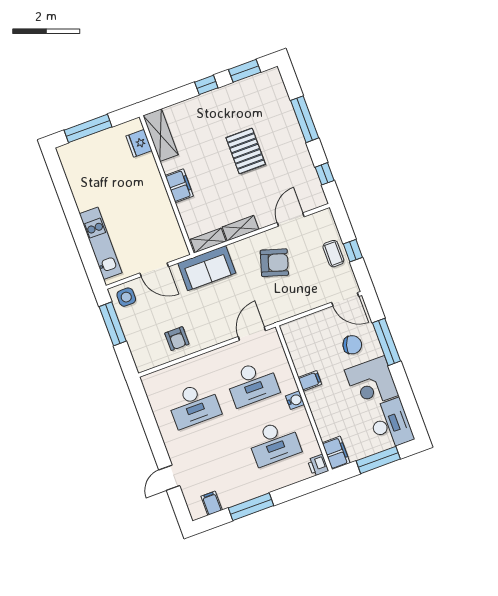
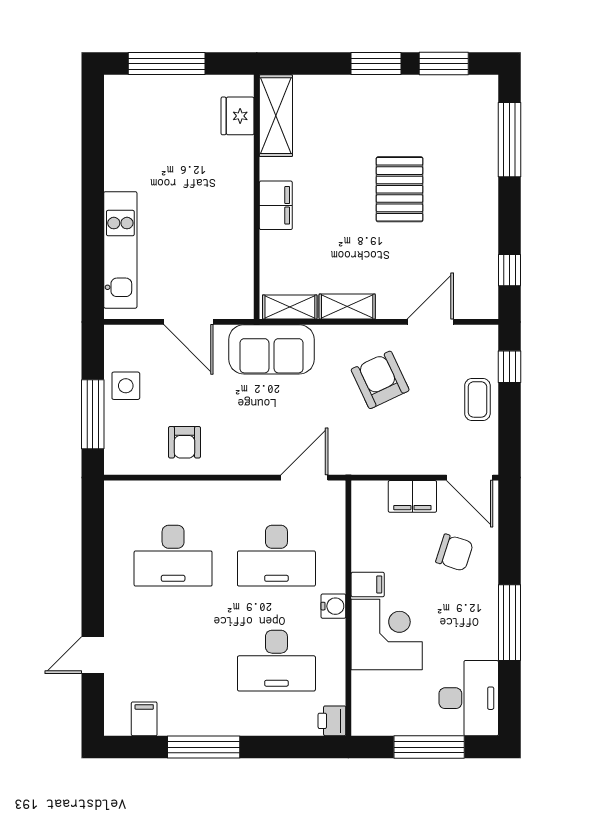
window: (206, 85) -> (376, 64), width x1.50
window: (305, 119) -> (510, 140), moved
window: (353, 251) -> (510, 367), moved
armchair: (274, 263) -> (380, 380), turned -132
side table: (126, 297) -> (126, 386), moved
window: (113, 324) -> (93, 414), moved
window: (386, 342) -> (510, 623), moved
corner desk: (372, 383) -> (387, 635), moved, turned 180
filing cabinet: (336, 453) -> (412, 496), moved, turned 90

